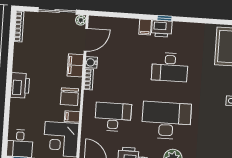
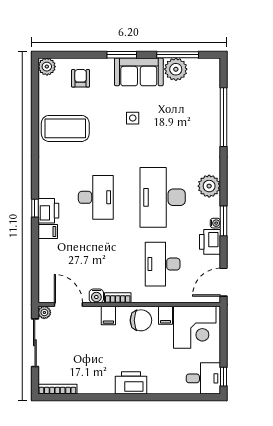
filing cabinet: (75, 65) -> (108, 316), width x0.50

